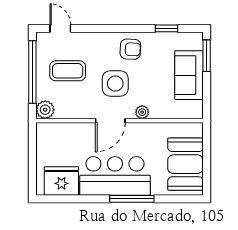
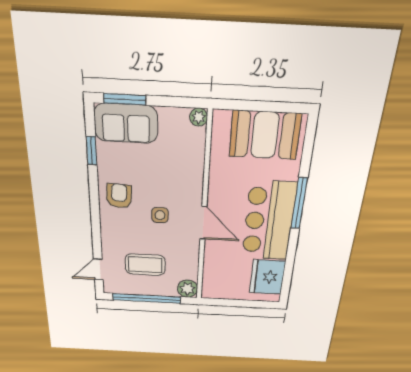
coffee table: (68, 71) -> (145, 265), turned 90
sofa: (189, 75) -> (126, 123), moved
side table: (115, 84) -> (160, 215), width x0.54, depth x0.54
plant: (142, 112) -> (199, 117), moved

